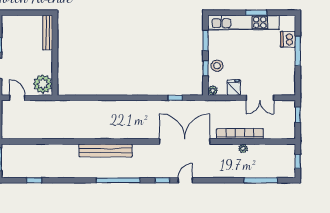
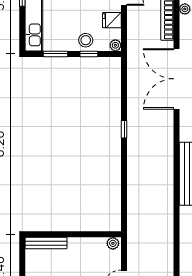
plant: (43, 84) -> (113, 243), width x0.53, depth x0.53
window: (175, 98) -> (124, 129), moved

